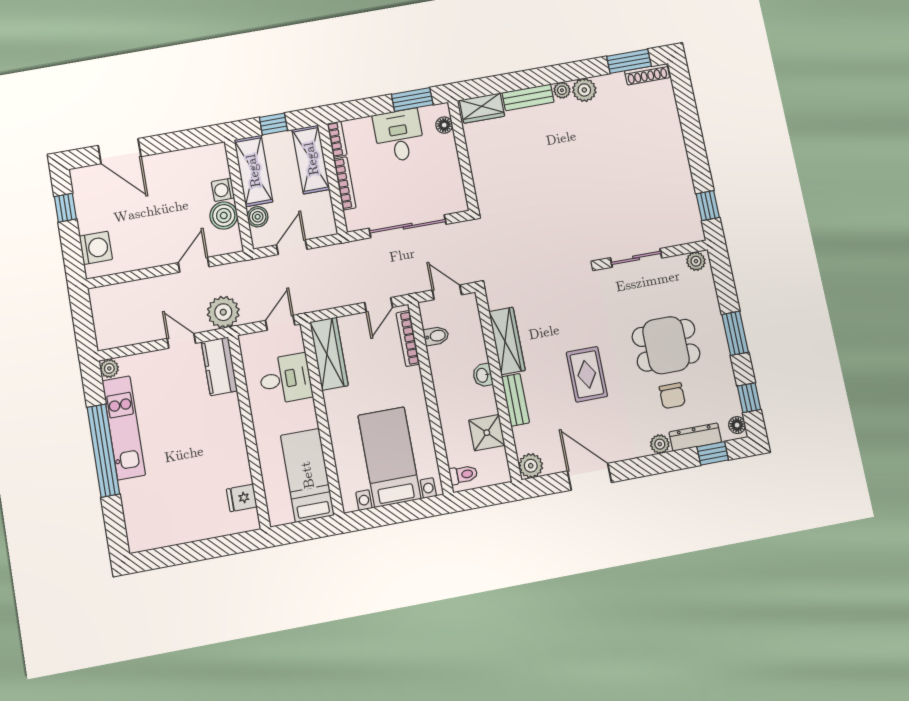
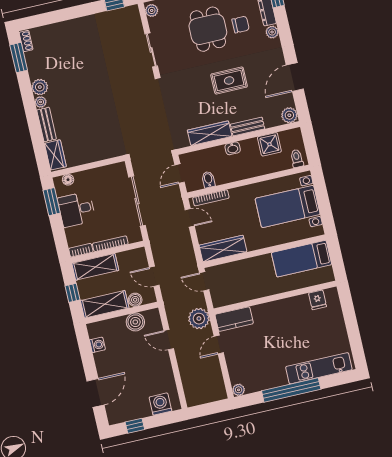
shoe rack: (647, 74) -> (26, 41), width x0.70
washing machine: (223, 190) -> (97, 345), moved, turned -90
desk: (285, 379) -> (240, 276), removed
kitchen unit: (124, 428) -> (319, 368), moved

